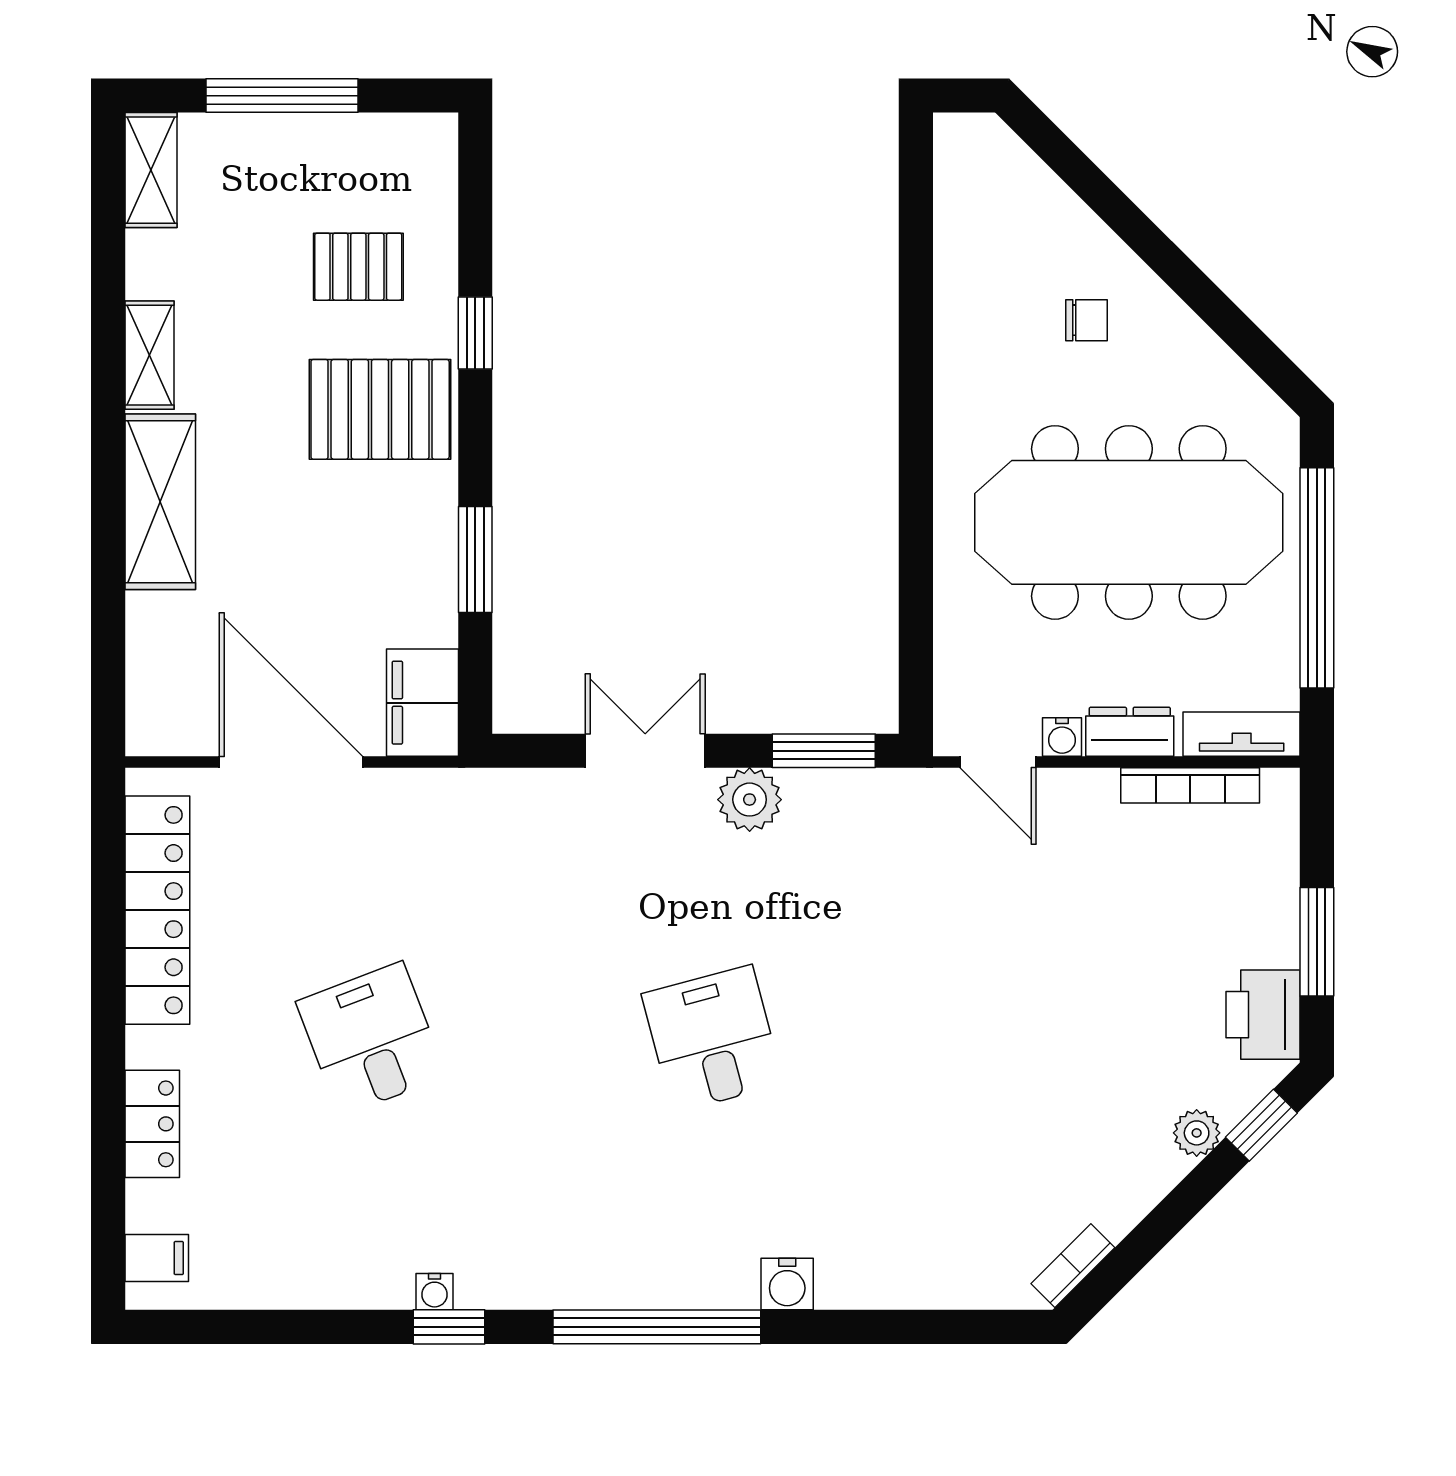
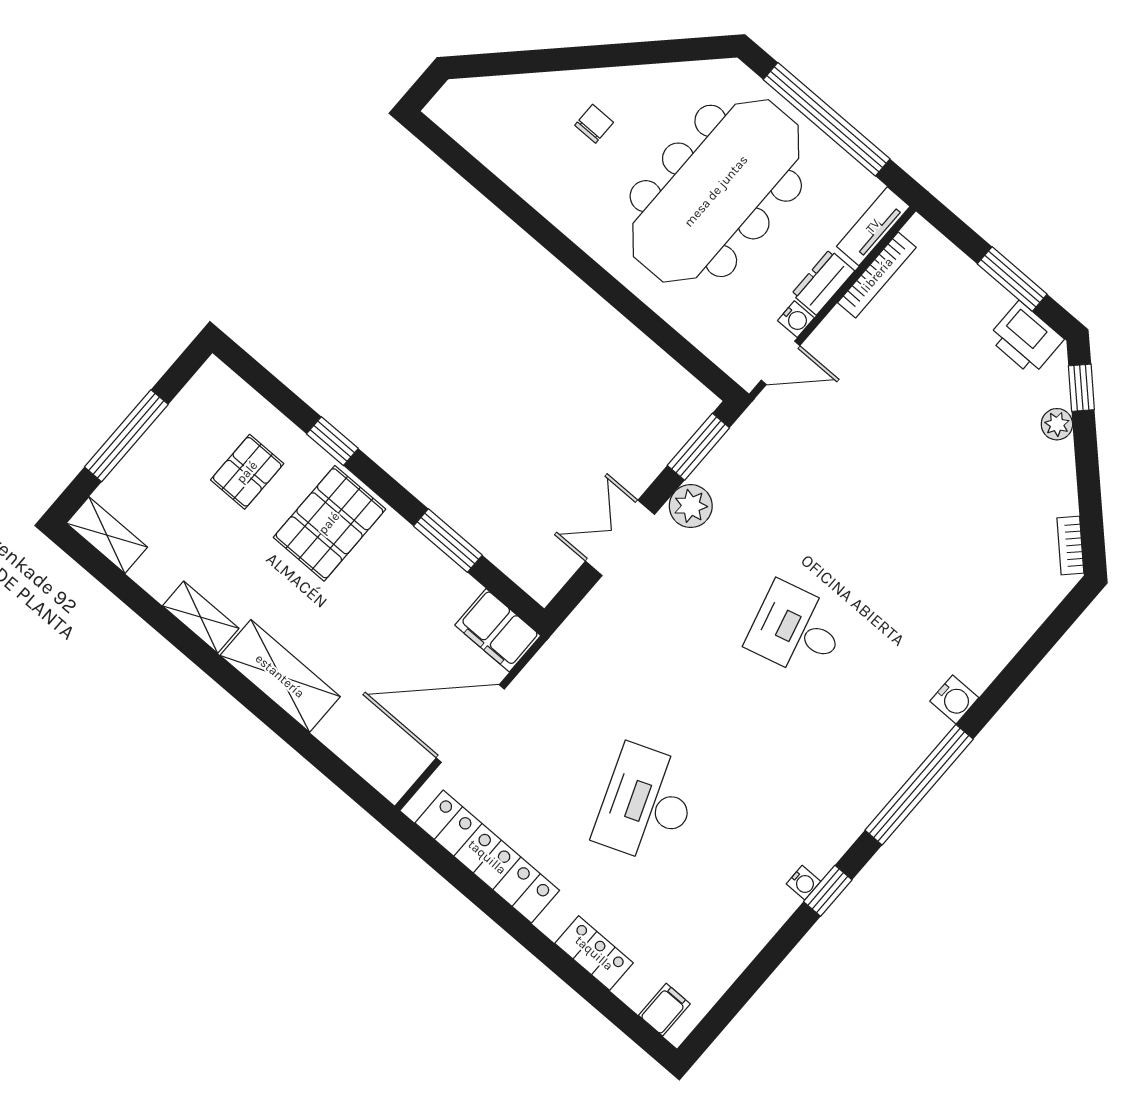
desk: (371, 1039) -> (647, 804), width x1.37

